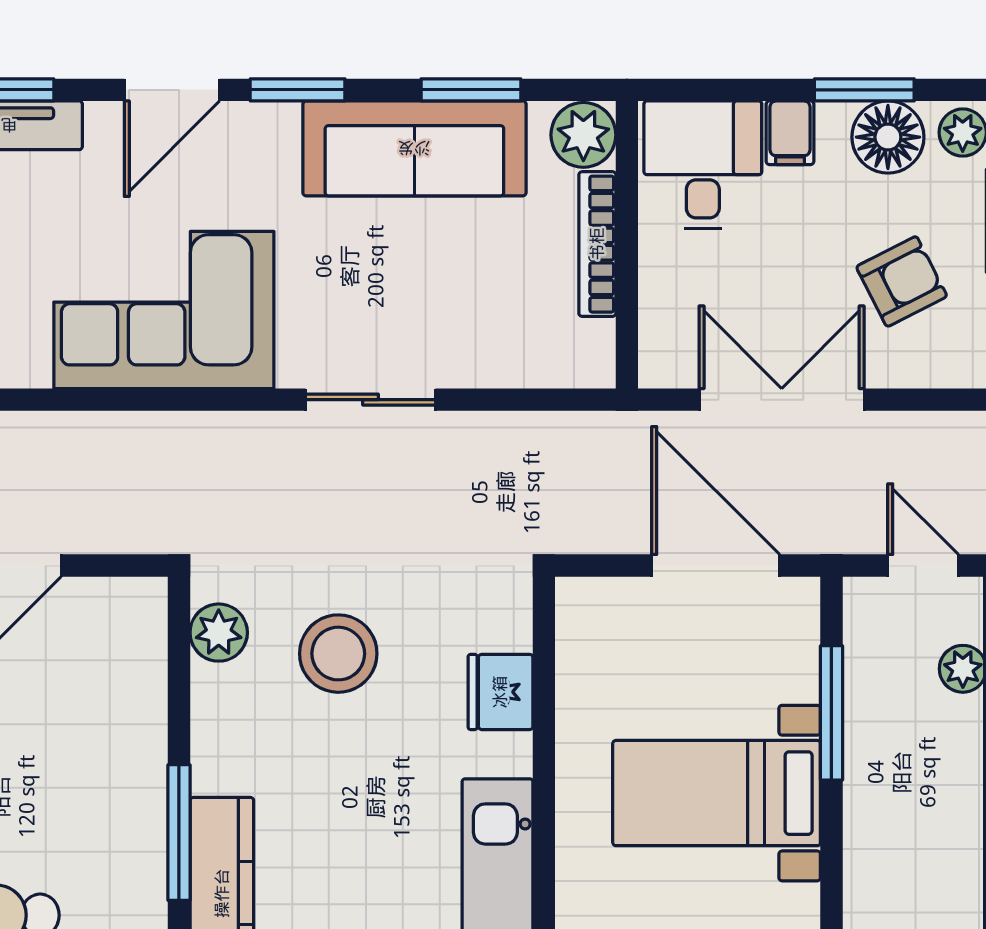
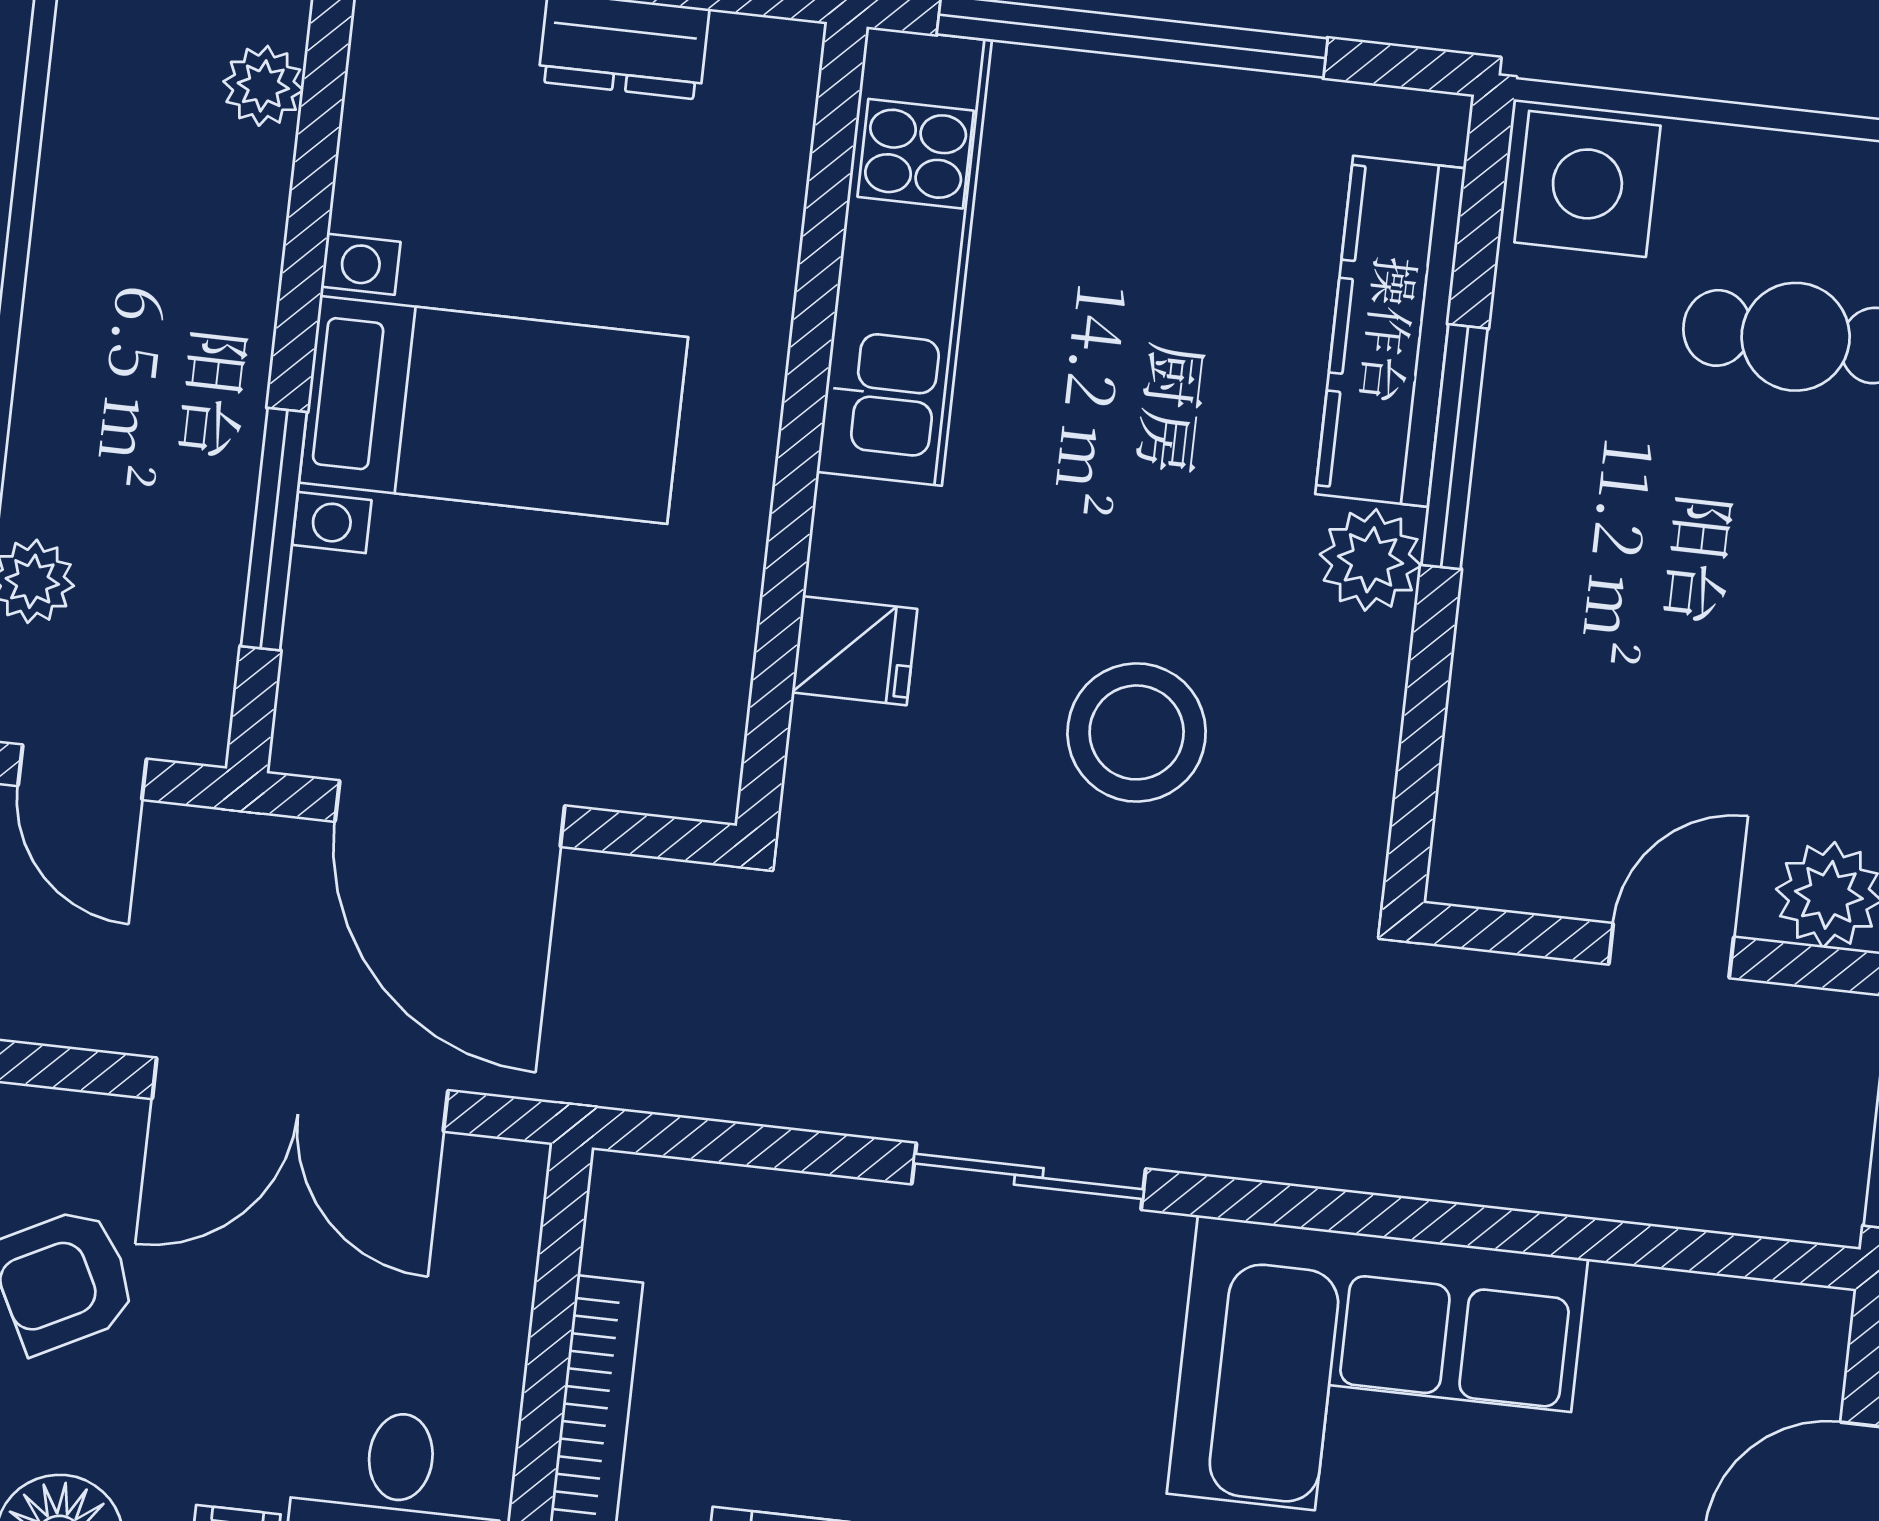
plant: (219, 633) -> (1371, 560), moved
fridge: (500, 692) -> (854, 651), width x0.72

